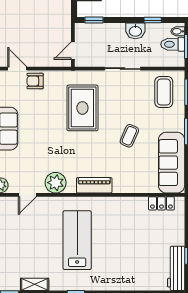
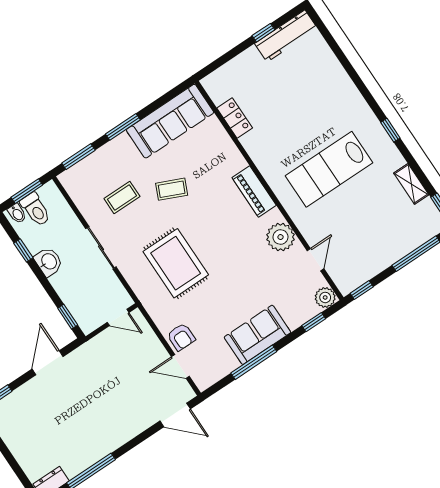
door: (17, 69) -> (180, 367), hinge flipped
coffee table: (164, 92) -> (122, 198), moved, width x0.73, depth x0.77
rug: (82, 108) -> (176, 263), turned 90
door: (27, 195) -> (316, 260), hinge flipped
locker: (161, 203) -> (235, 118), moved

